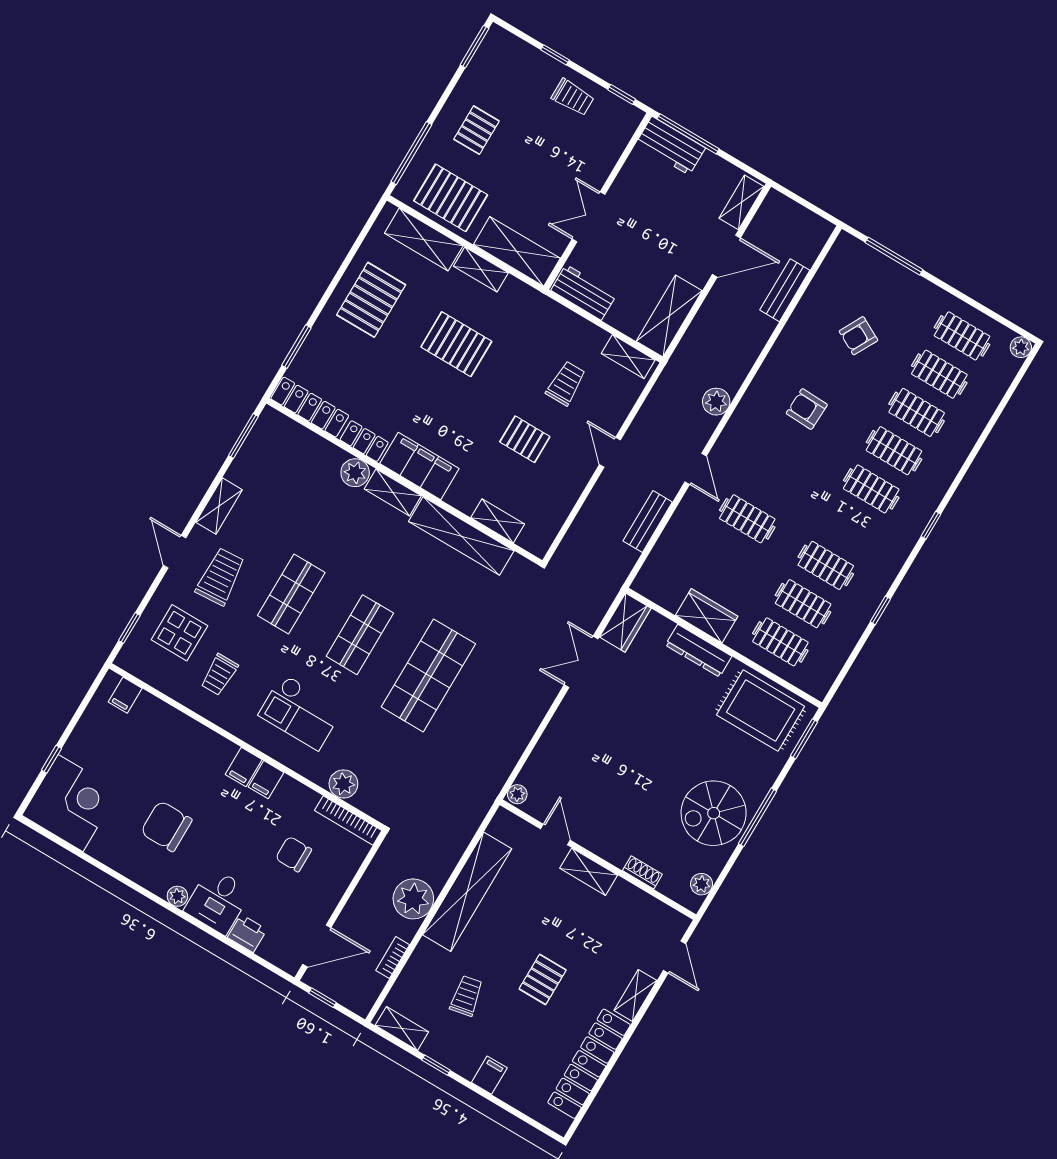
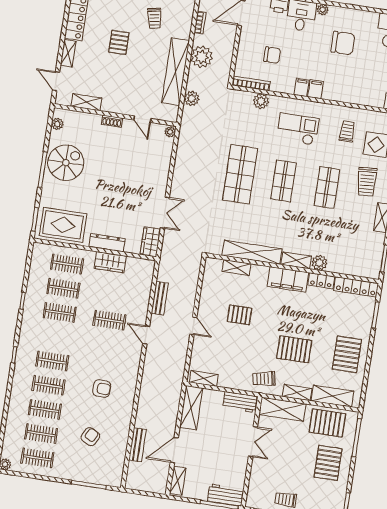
pallet: (477, 130) -> (328, 463), width x1.50, depth x1.42
trolley: (566, 383) -> (264, 379), moved, turned 79
plant: (716, 402) -> (192, 98), moved
shelving: (589, 872) -> (86, 102), moved
shoe rack: (642, 872) -> (112, 121), moved

